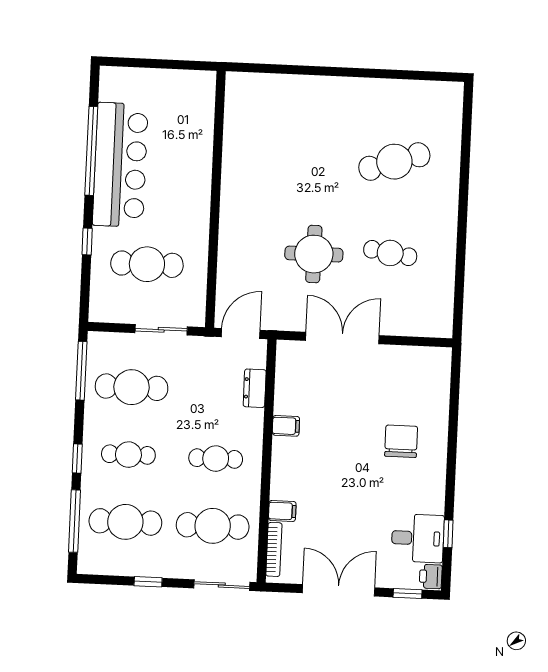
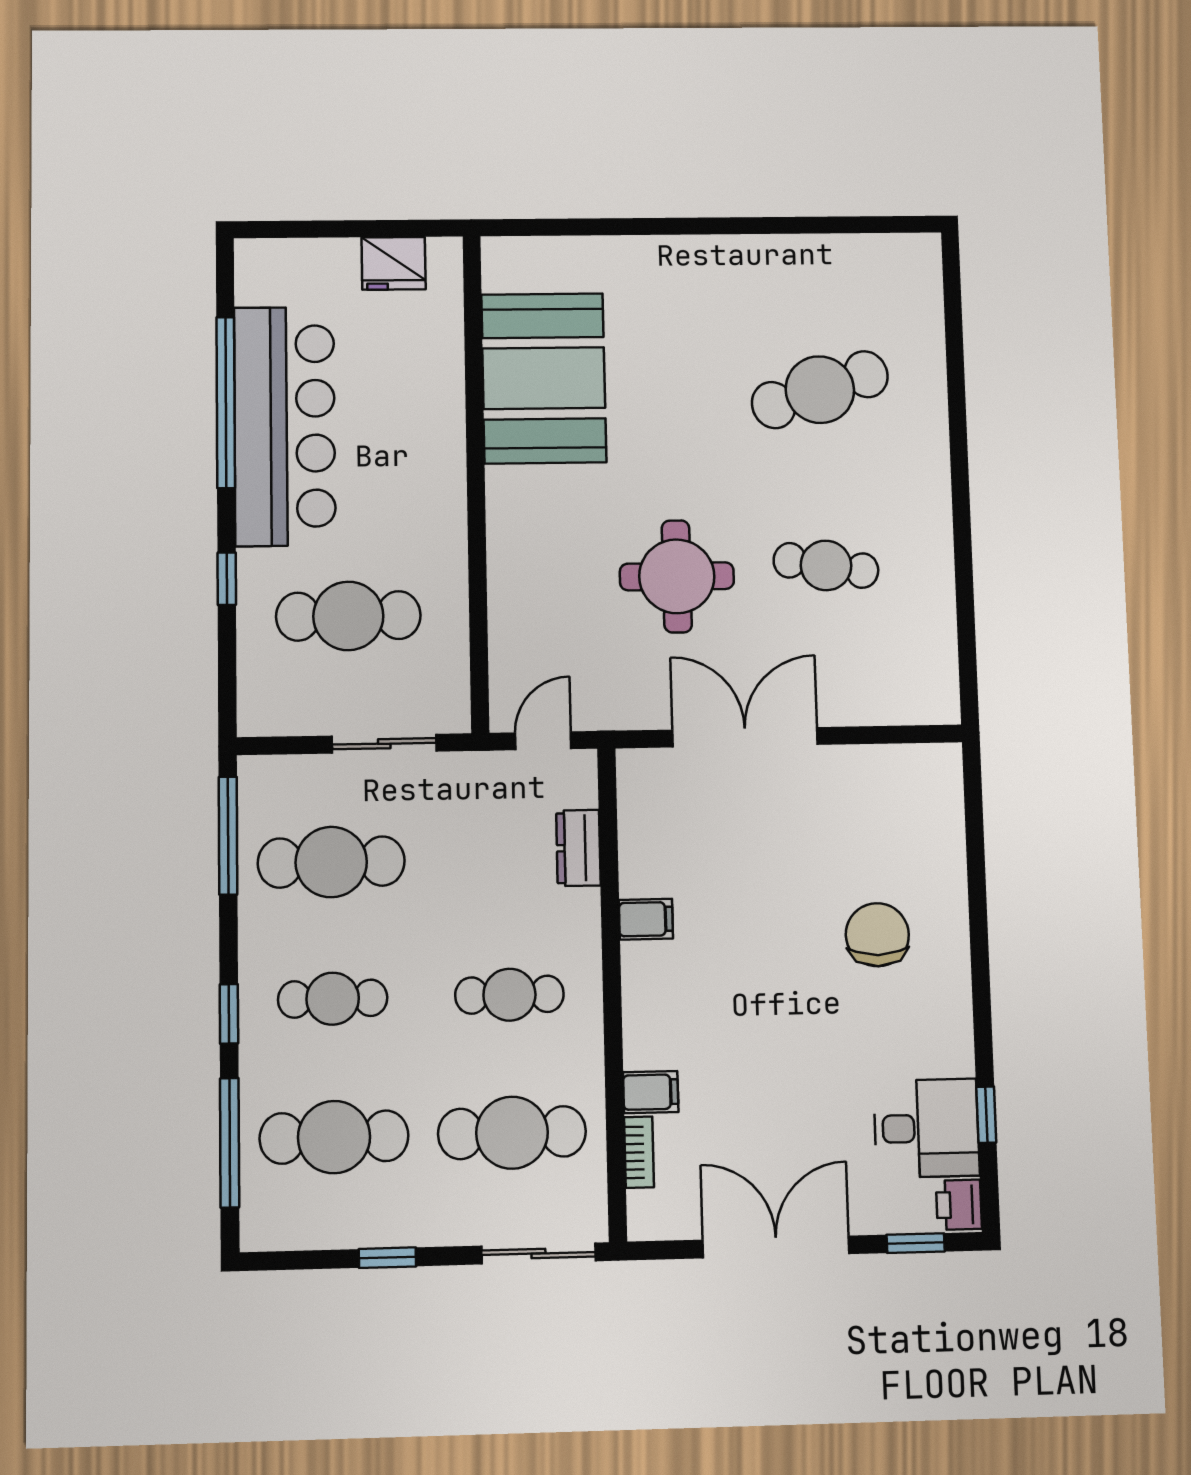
fridge: (180, 83) -> (394, 263), added
booth: (253, 148) -> (544, 378), added
door: (241, 333) -> (543, 741), width x0.73
bookcase: (274, 549) -> (639, 1152), width x0.64

